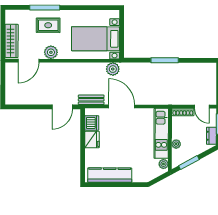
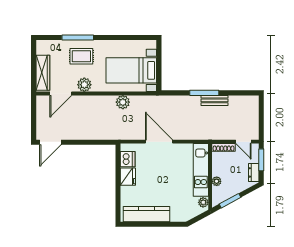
plant: (113, 69) -> (123, 102), moved
bench: (91, 100) -> (214, 100), moved
door: (62, 107) -> (50, 142), moved

